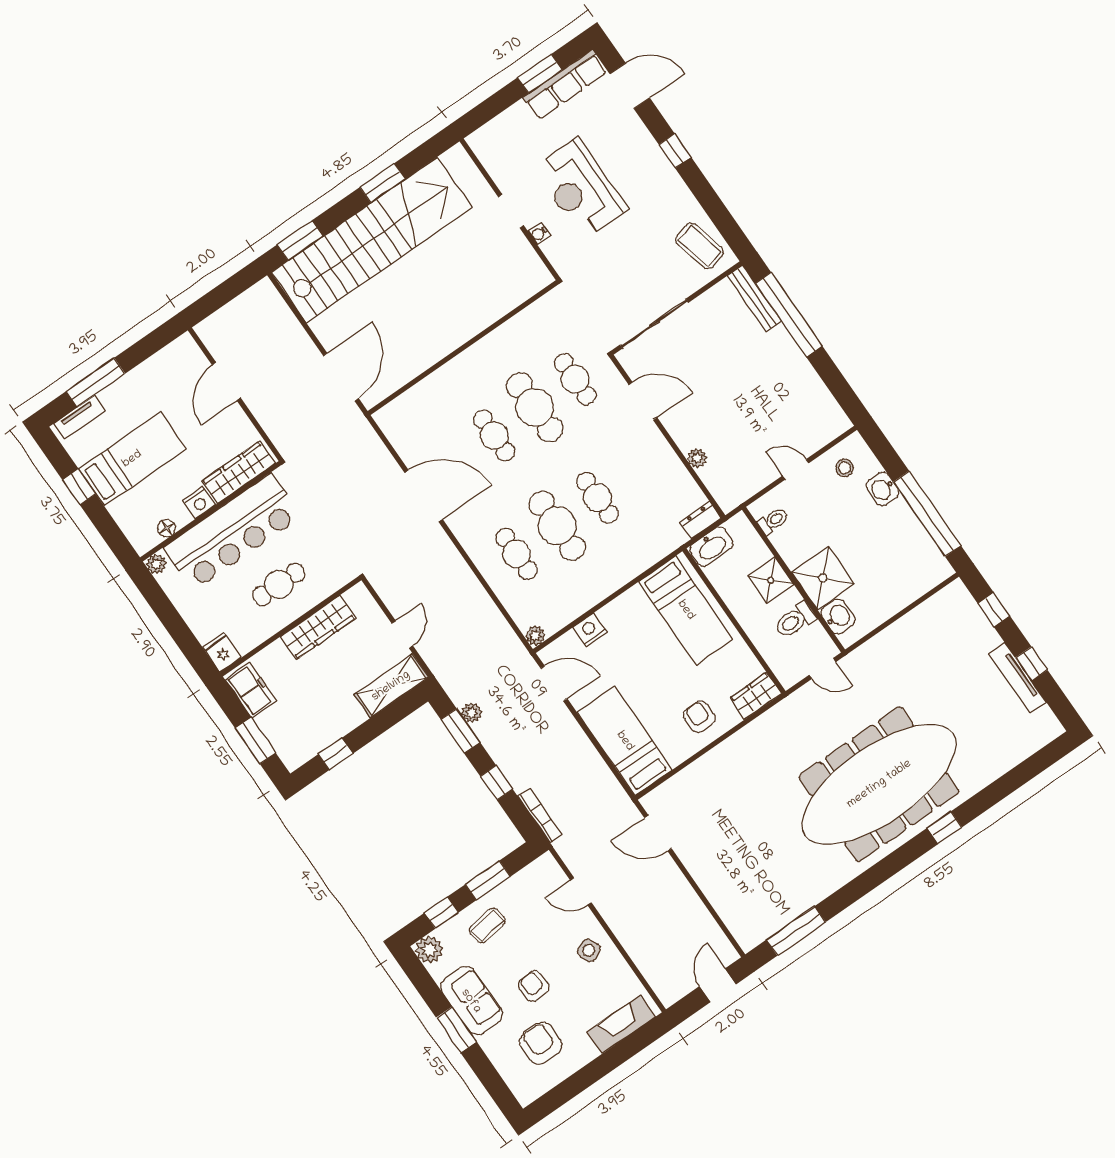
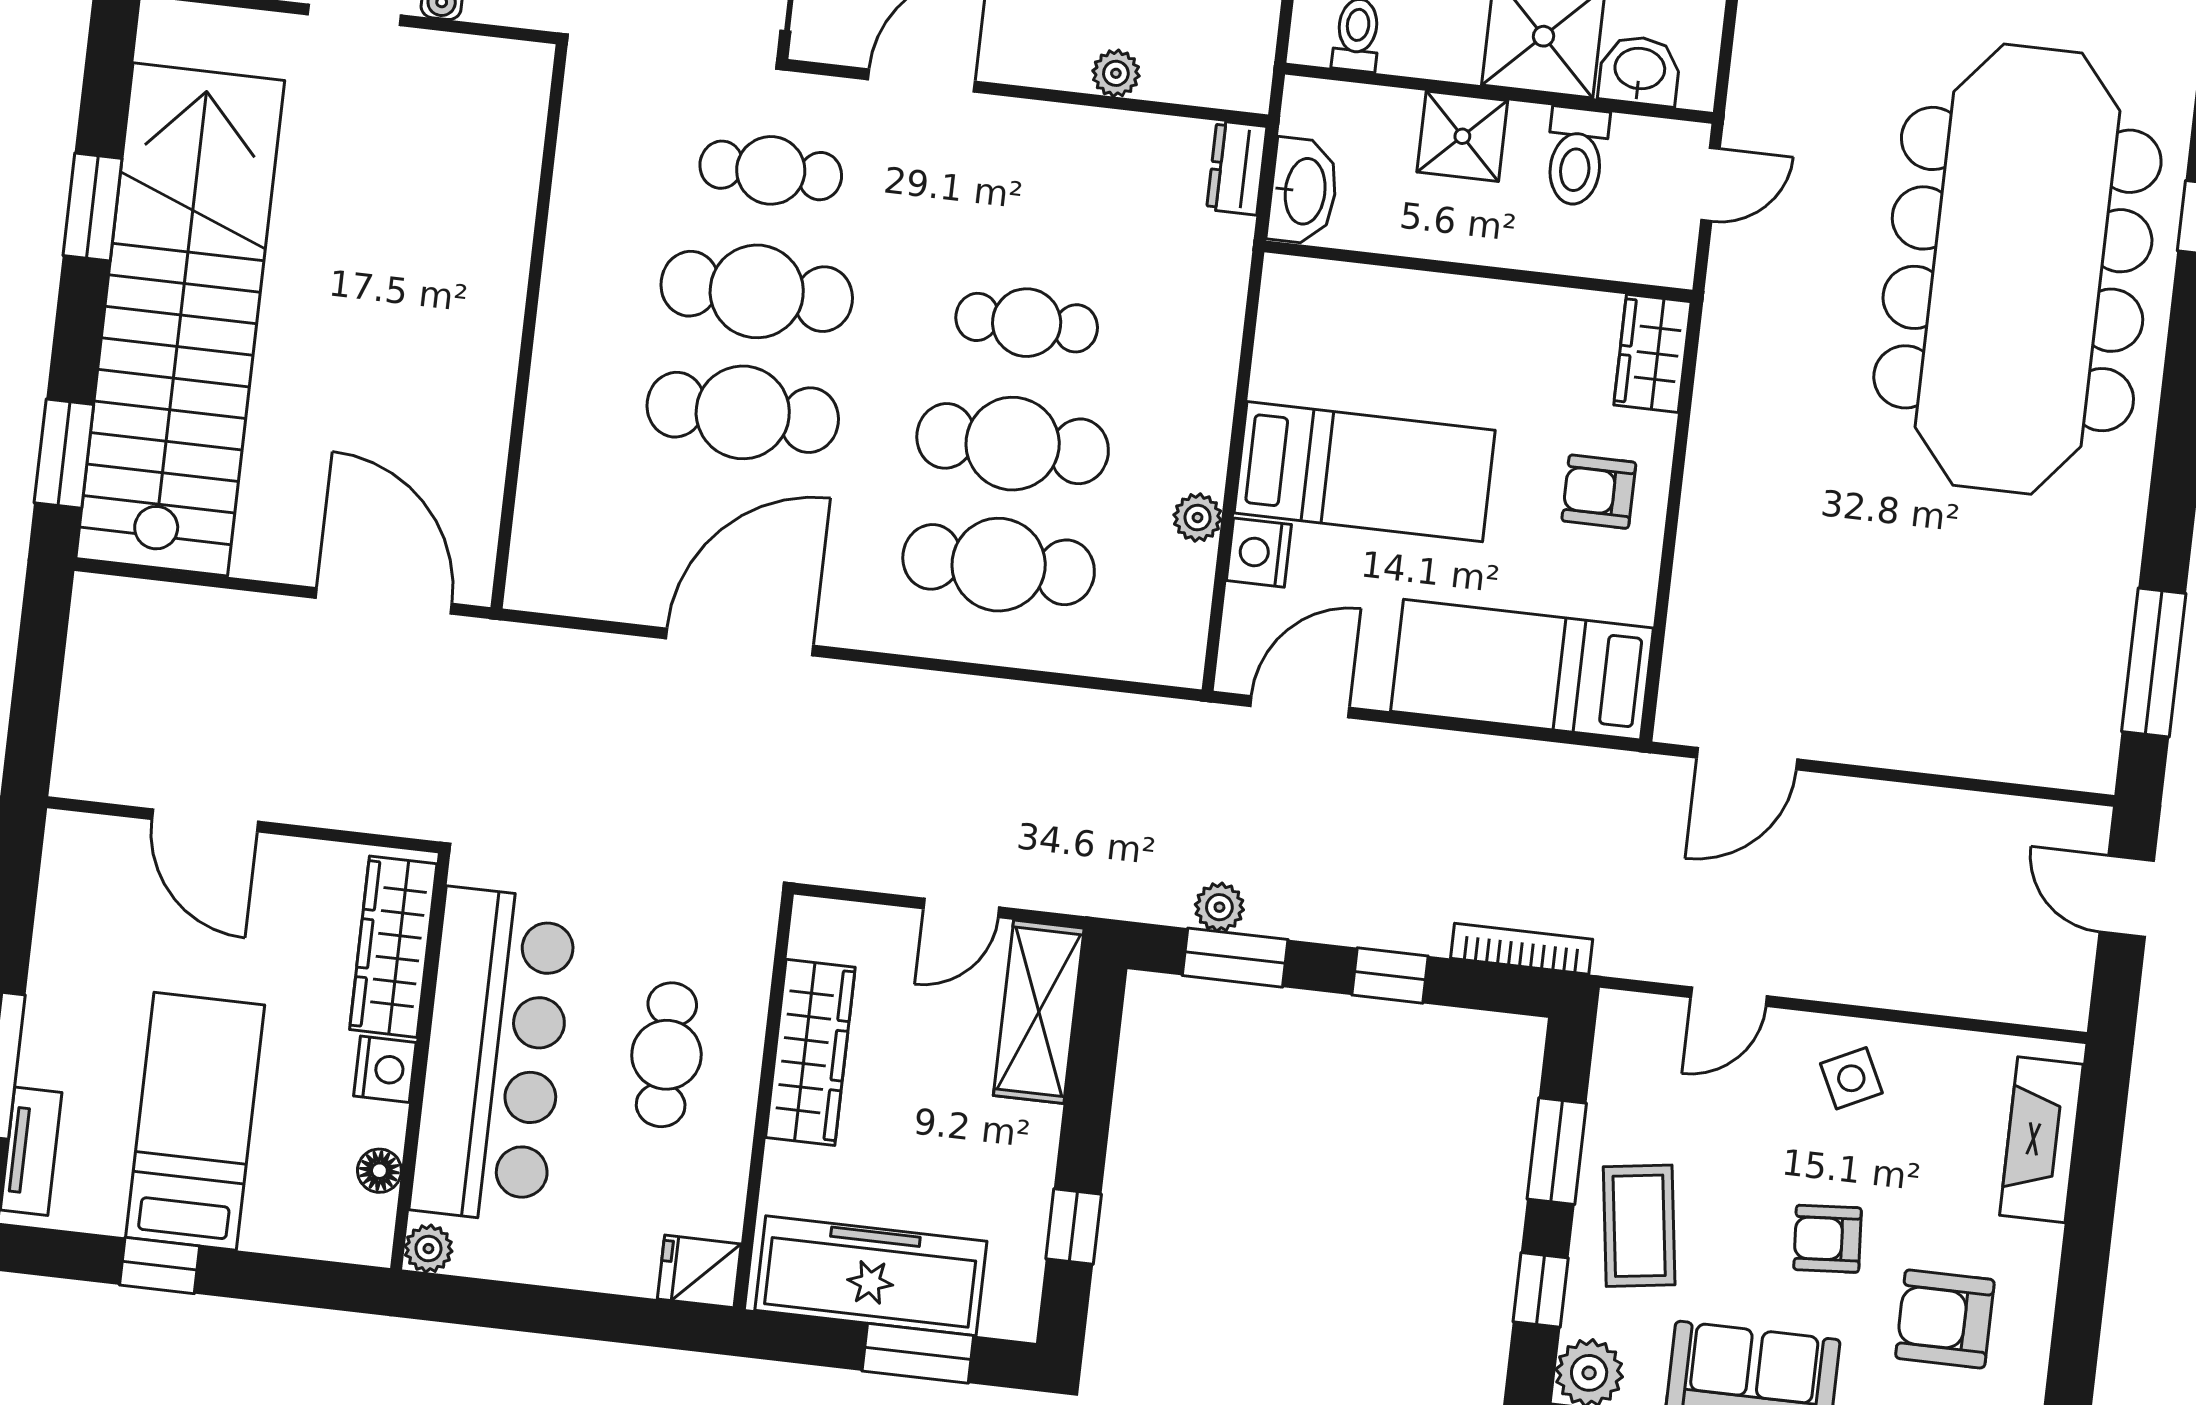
cafe table: (494, 435) -> (743, 412), width x1.37, depth x1.35
cafe table: (516, 554) -> (999, 565), width x1.37, depth x1.35
bed: (686, 610) -> (1365, 472), moved
door: (402, 634) -> (961, 908), swing flipped
plant: (535, 636) -> (1198, 518), moved
freezer: (251, 690) -> (871, 1276), width x1.91, depth x1.26
coffee table: (487, 925) -> (1639, 1226), width x1.36, depth x1.30

